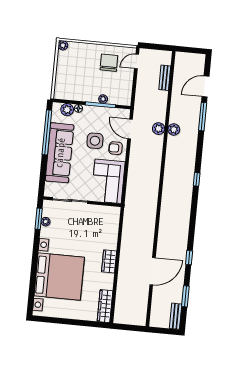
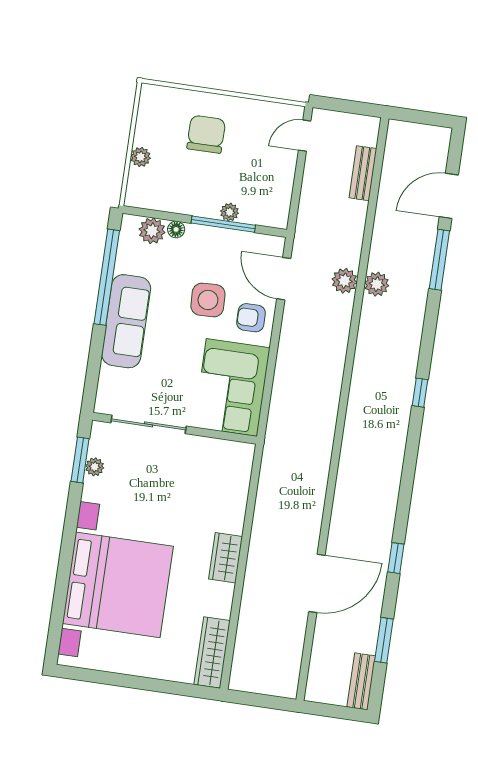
plant: (63, 45) -> (141, 157), moved
chair: (109, 63) -> (206, 134), moved
sofa: (60, 153) -> (126, 321), width x0.74, depth x0.79

